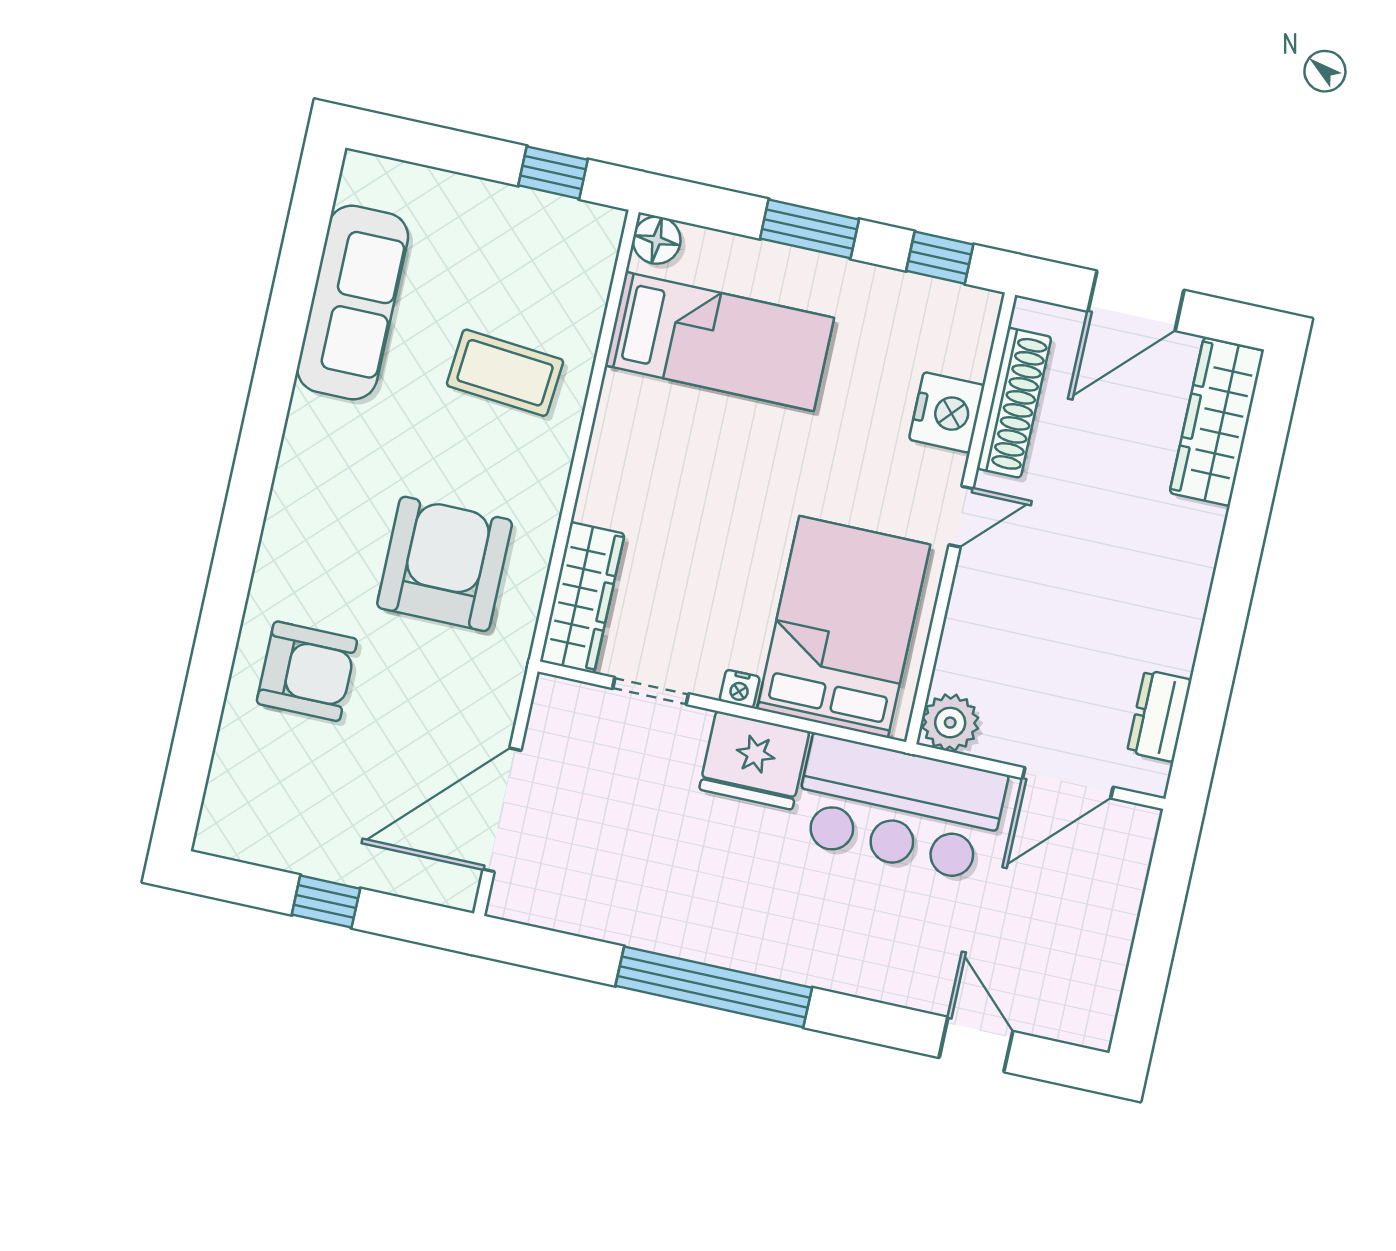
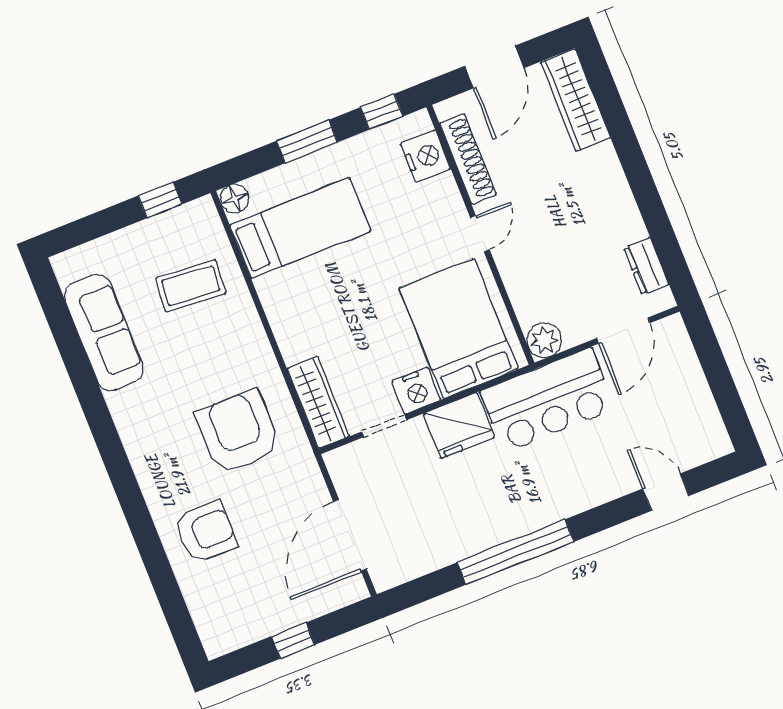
coffee table: (505, 373) -> (191, 286), moved
nightstand: (947, 412) -> (426, 156), moved
nightstand: (740, 689) -> (416, 391), width x1.89, depth x1.79

